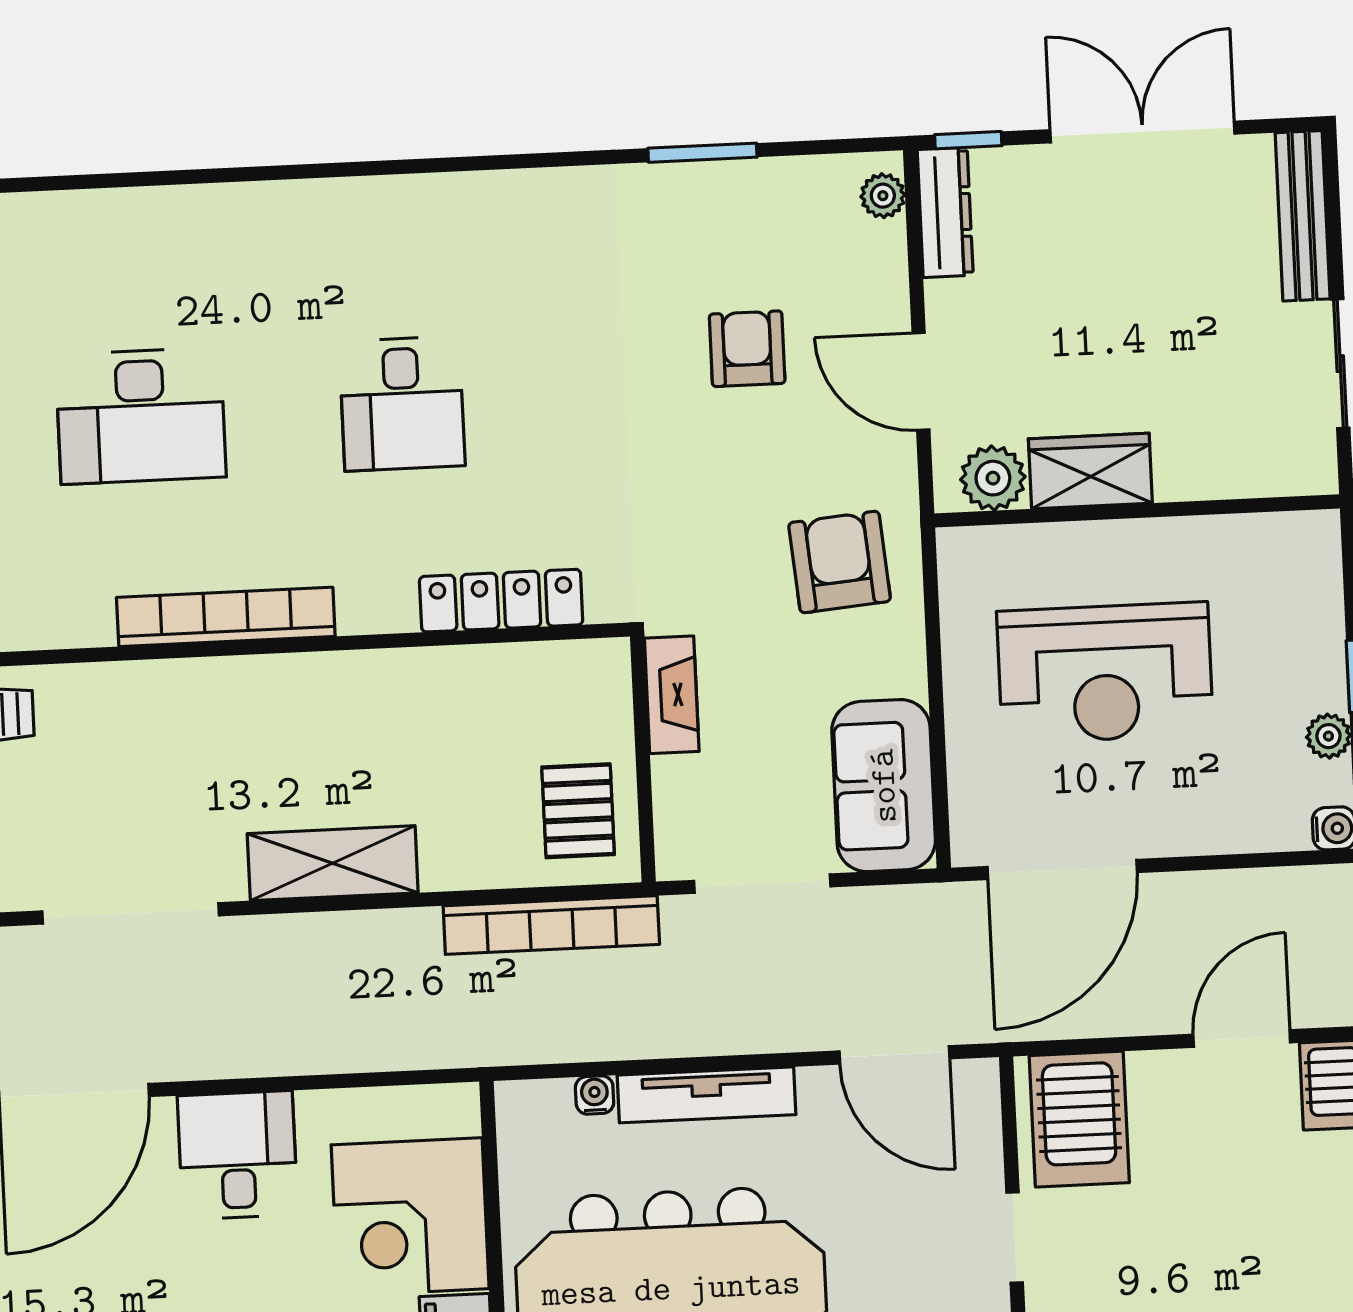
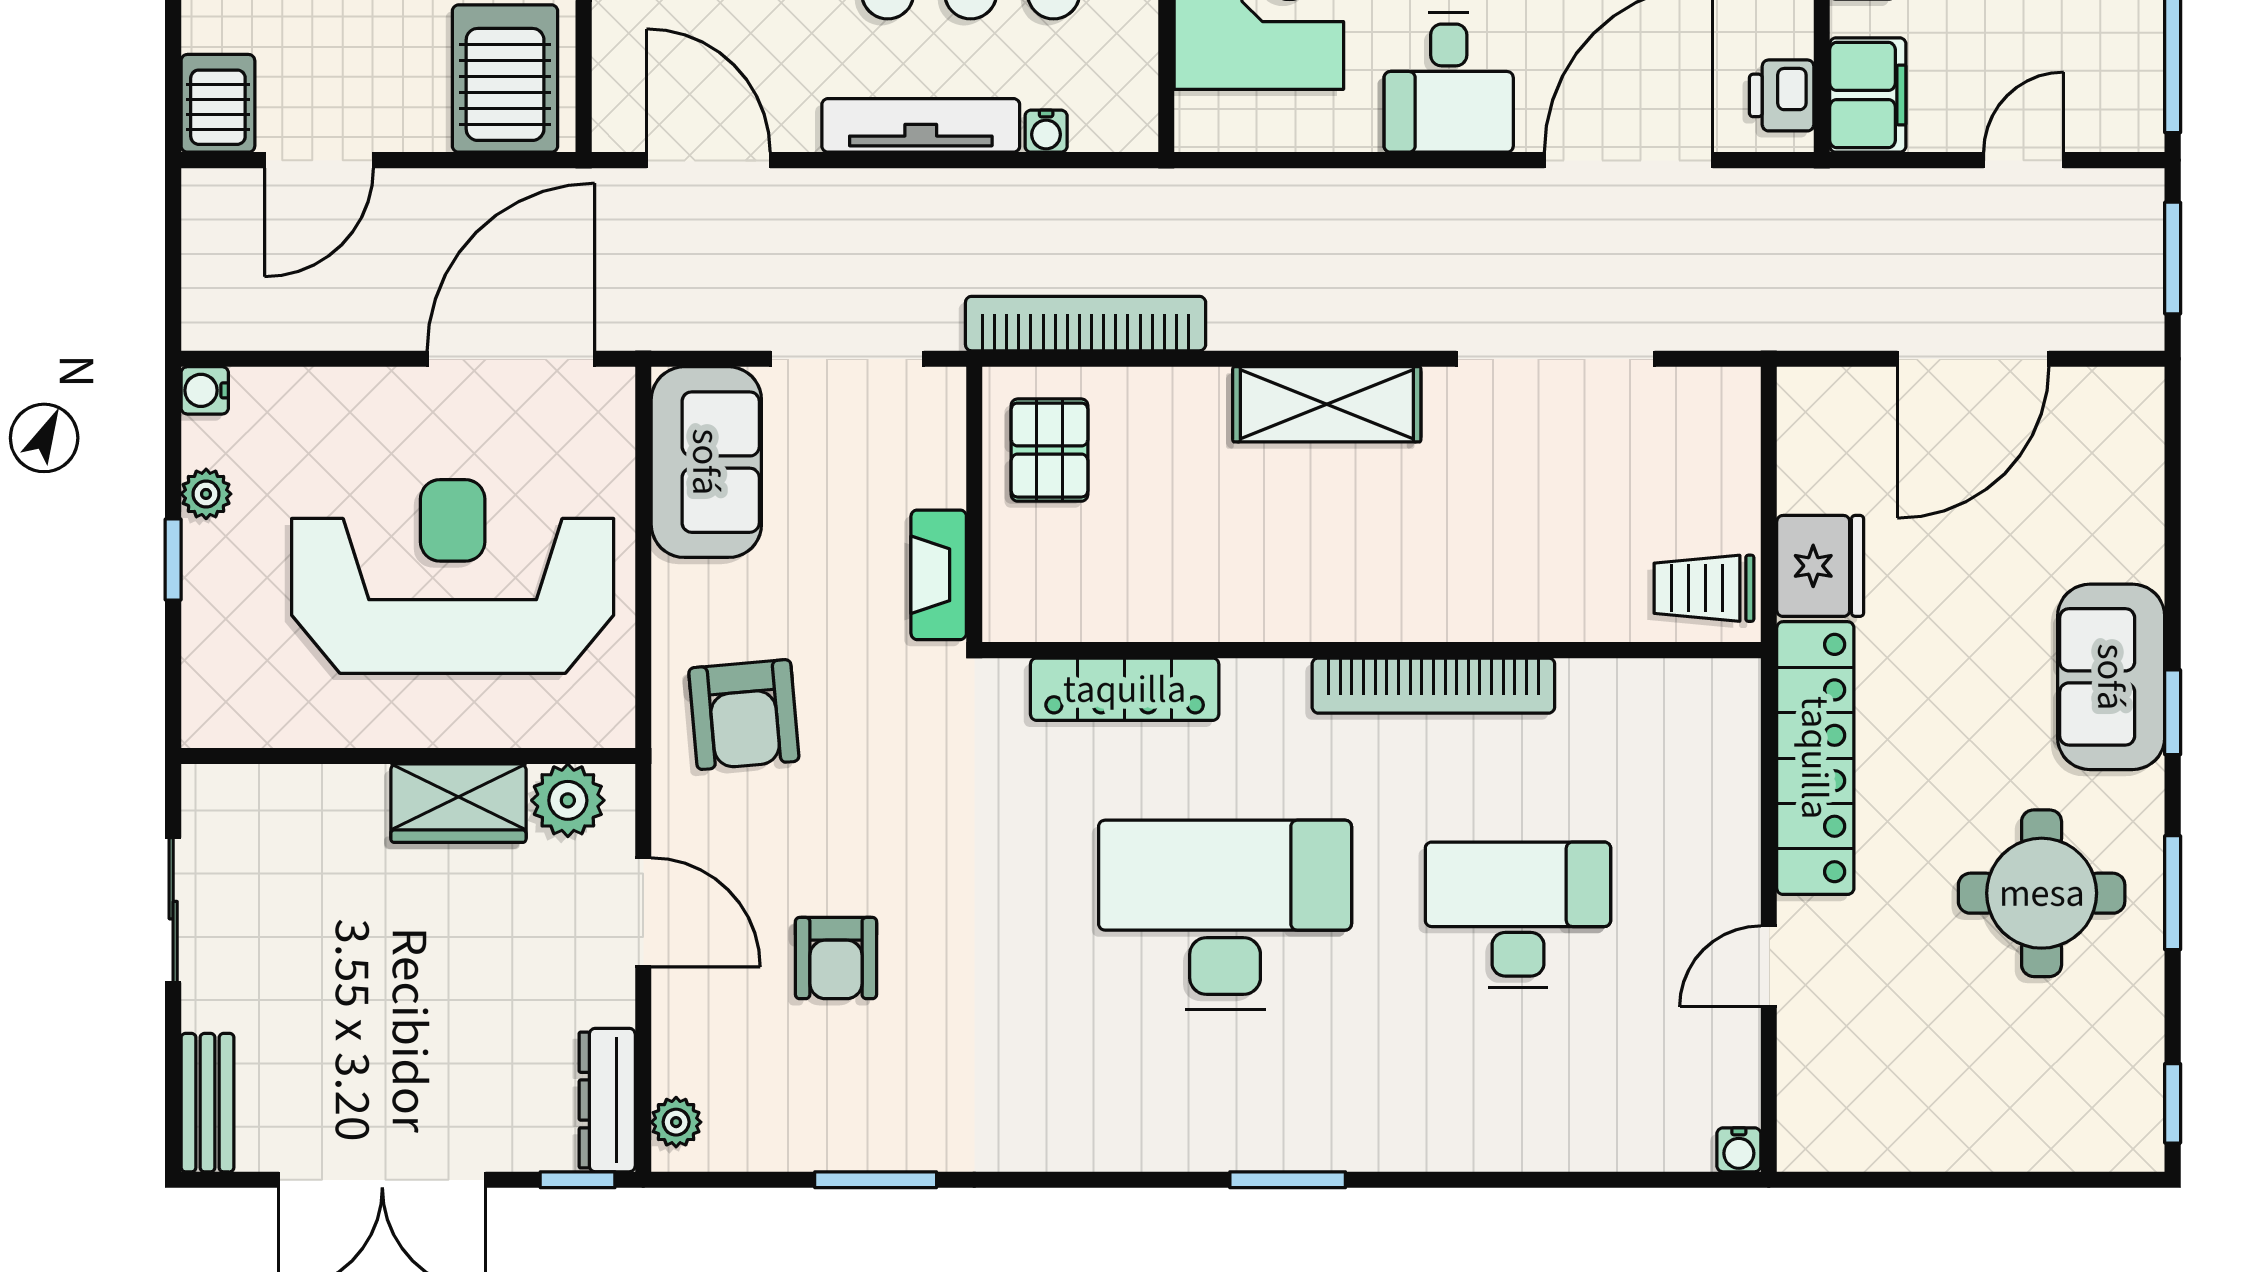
window: (335, 170) -> (1288, 1180), added
bench: (1303, 216) -> (208, 1103), width x0.73
desk: (402, 404) -> (1225, 915), width x1.87, depth x1.30
reception desk: (1105, 673) -> (453, 577), width x1.36, depth x1.30

